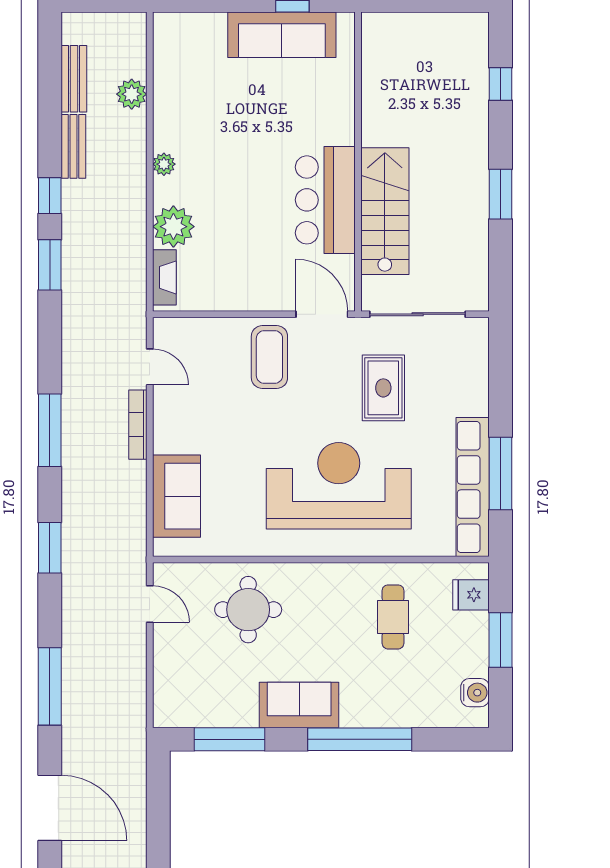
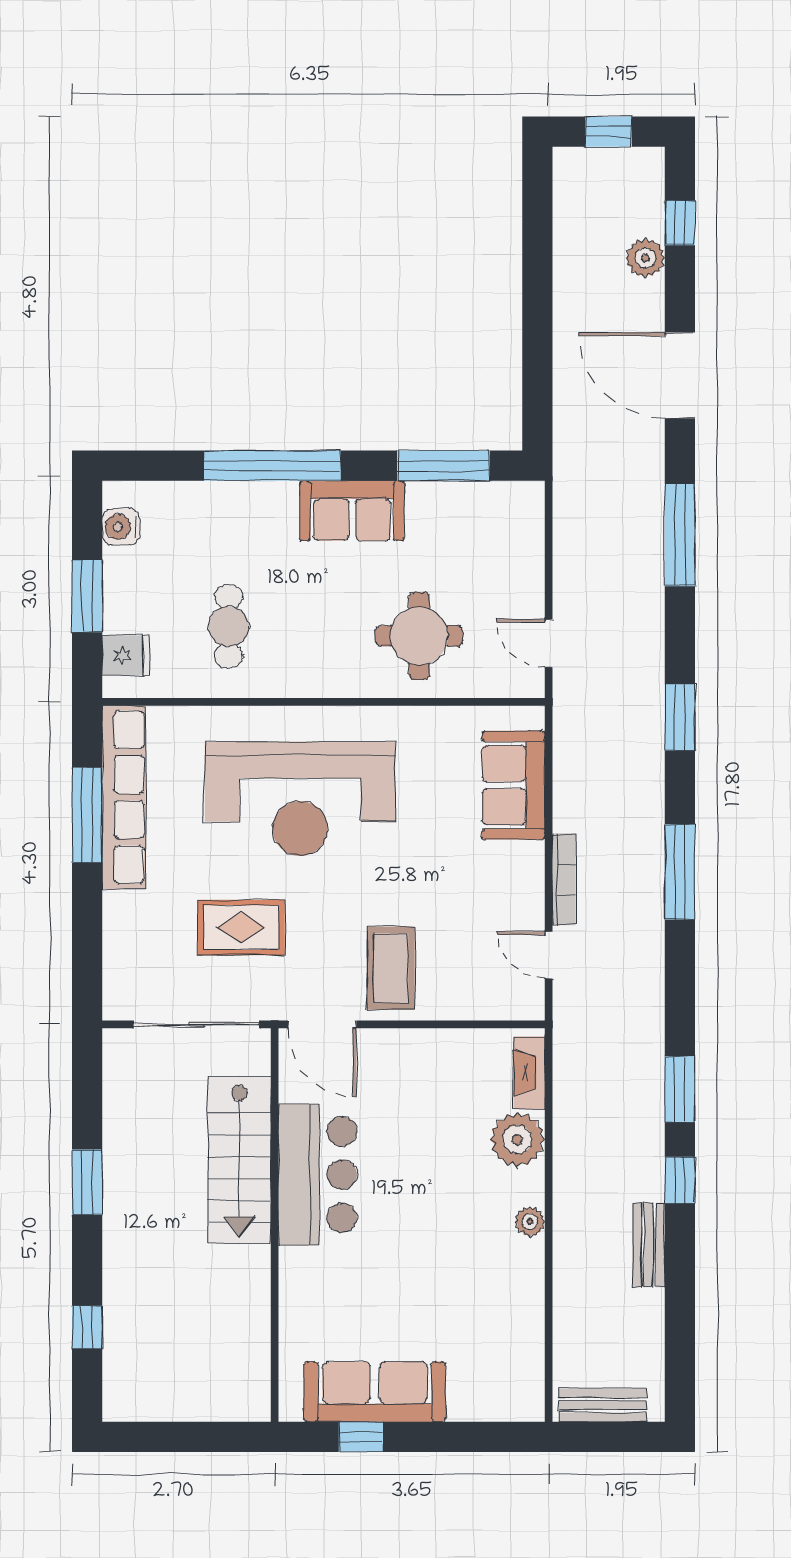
bench: (74, 79) -> (603, 1405), moved, turned 90
plant: (132, 94) -> (572, 1314), removed
rug: (383, 388) -> (241, 927), turned 90

